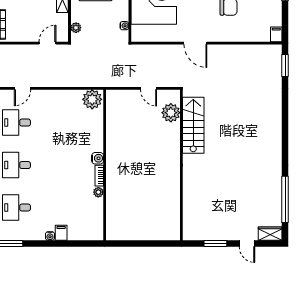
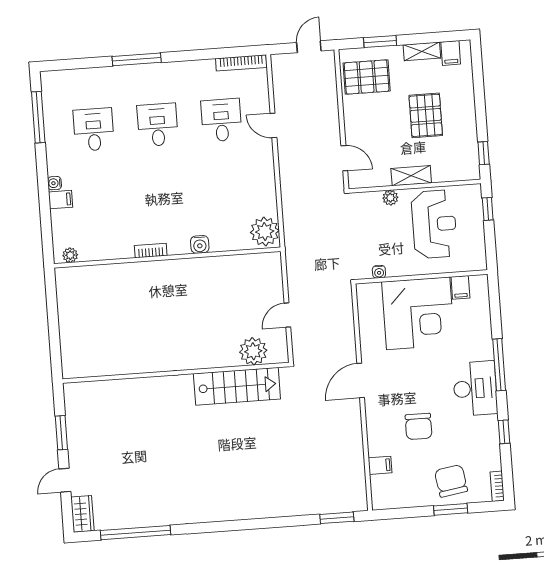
plant: (76, 28) -> (390, 198), moved
filing cabinet: (276, 34) -> (380, 465), moved
water cooler: (98, 158) -> (200, 244), moved
plant: (98, 192) -> (70, 255), moved

